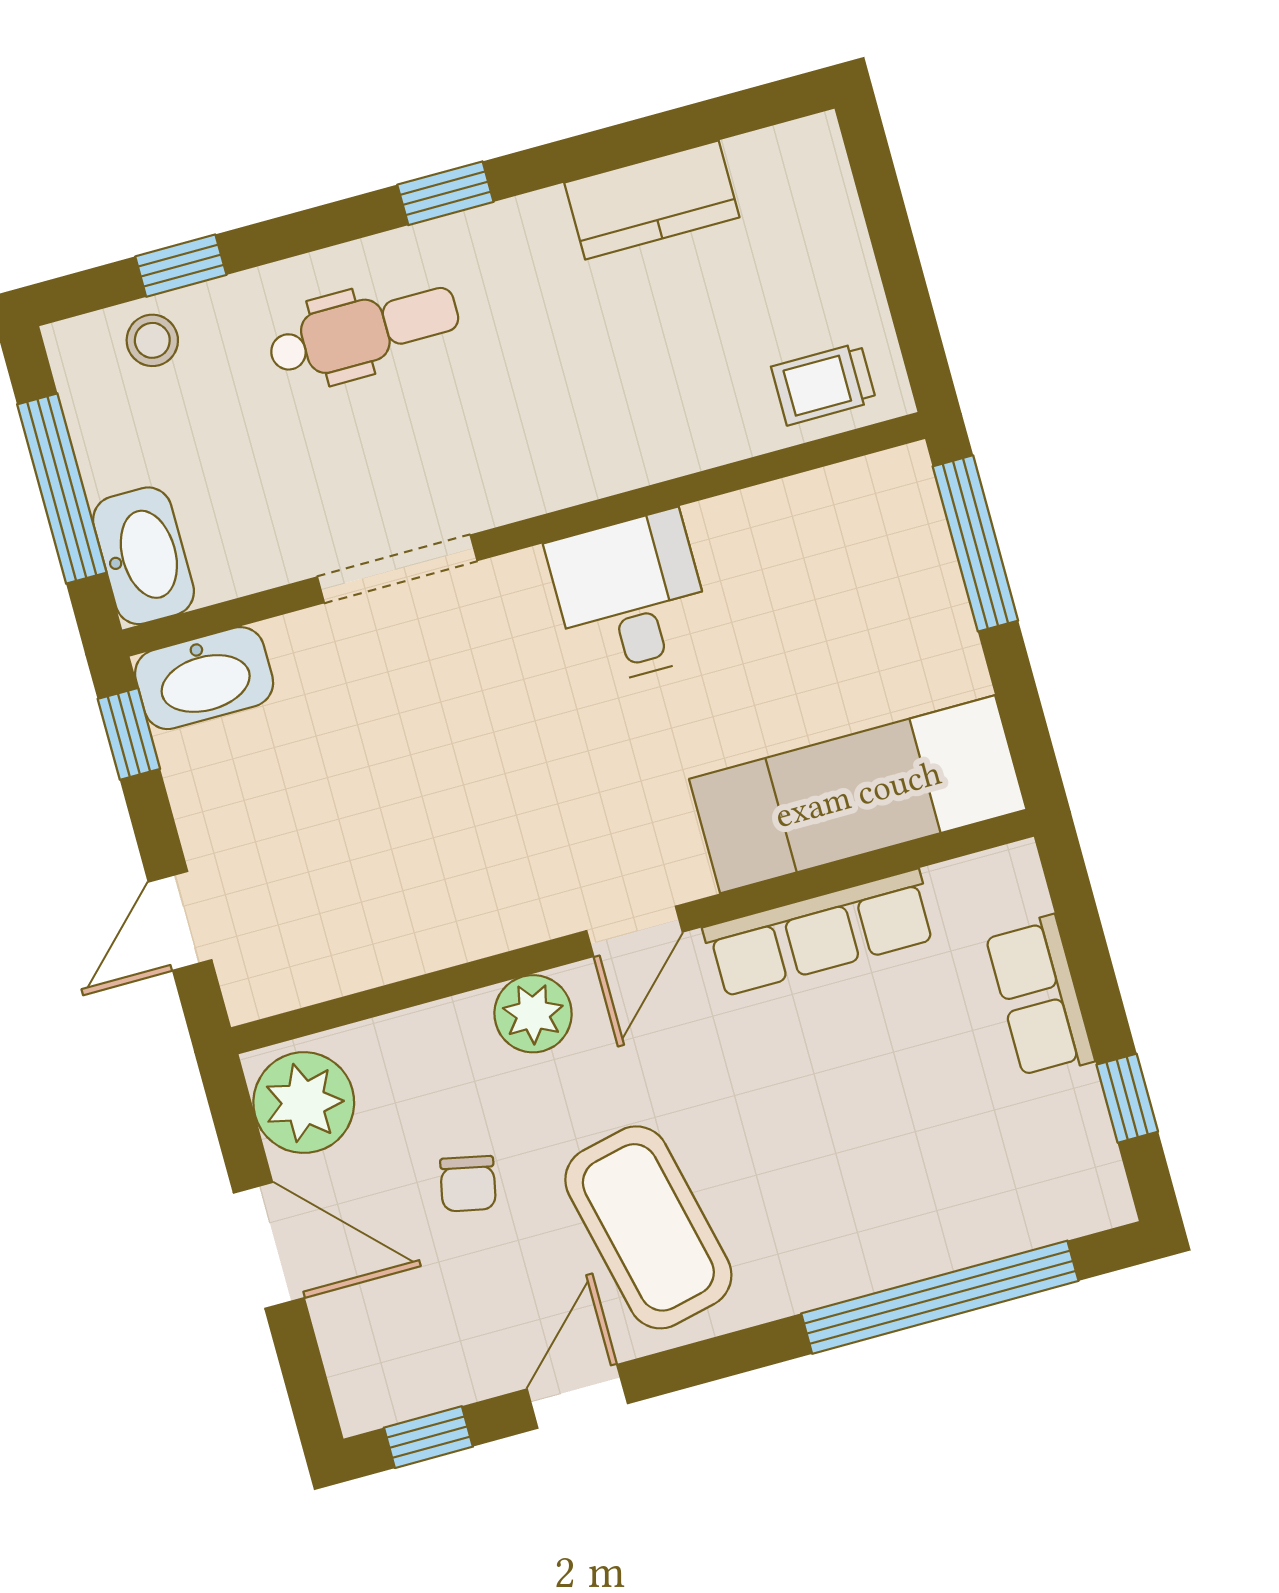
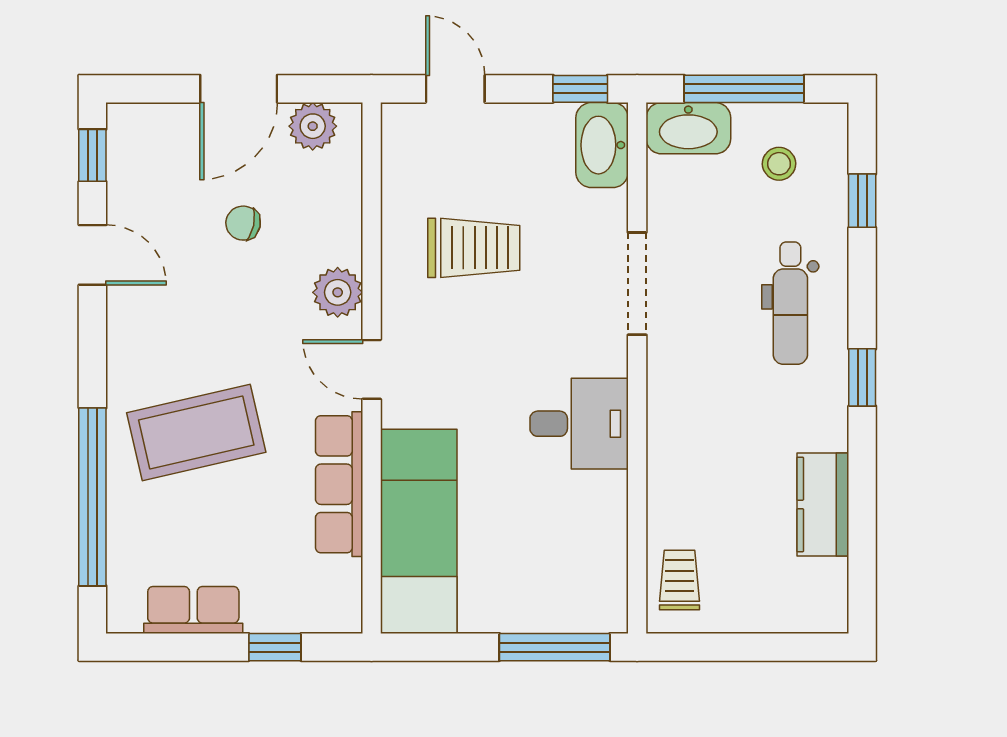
stool: (152, 340) -> (779, 164), moved
trolley: (411, 828) -> (474, 248), added
row of seats: (1040, 997) -> (193, 610), moved
window: (1127, 1098) -> (275, 647), moved
plant: (304, 1103) -> (313, 126), width x0.73, depth x0.73
coffee table: (648, 1227) -> (196, 433), moved

